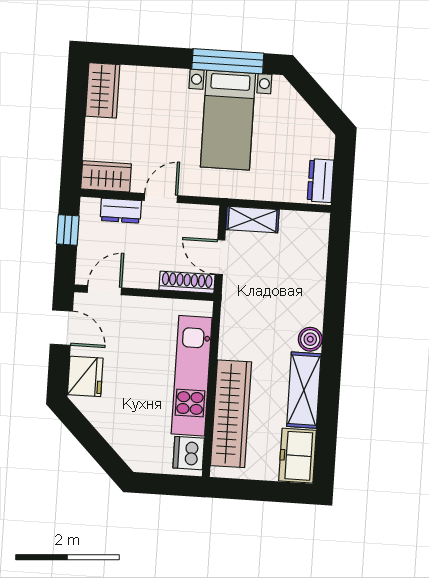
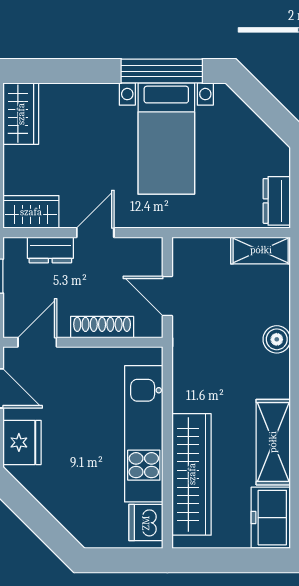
shelving: (252, 220) -> (261, 250), moved
shoe rack: (187, 282) -> (102, 327), moved
boiler: (310, 339) -> (277, 339), moved

